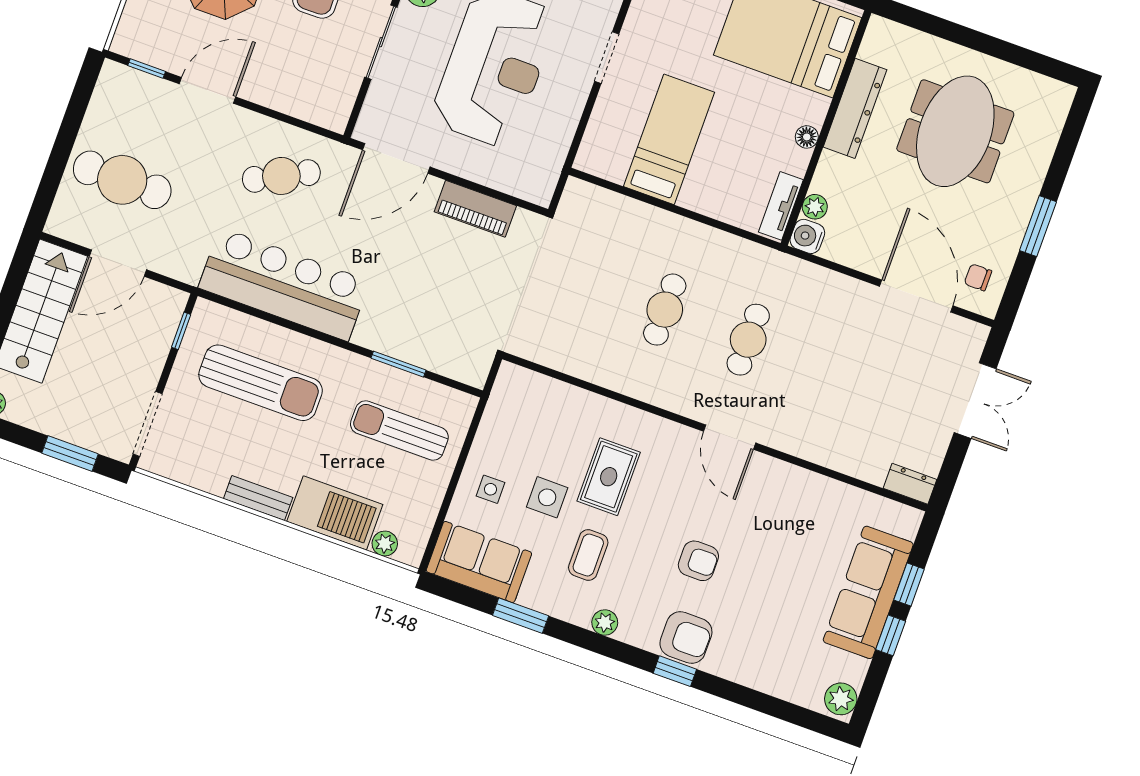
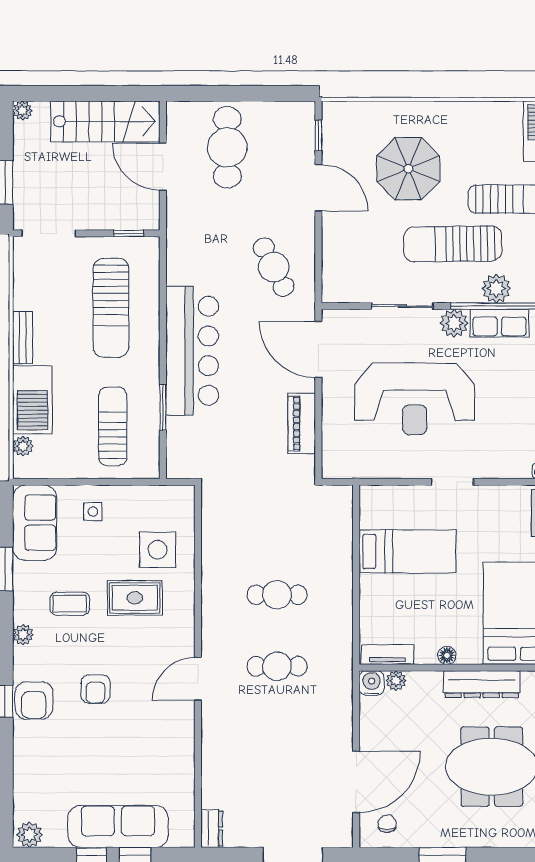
bar counter: (284, 284) -> (192, 351), moved
side table: (547, 497) -> (158, 550), moved, width x1.37, depth x1.37

